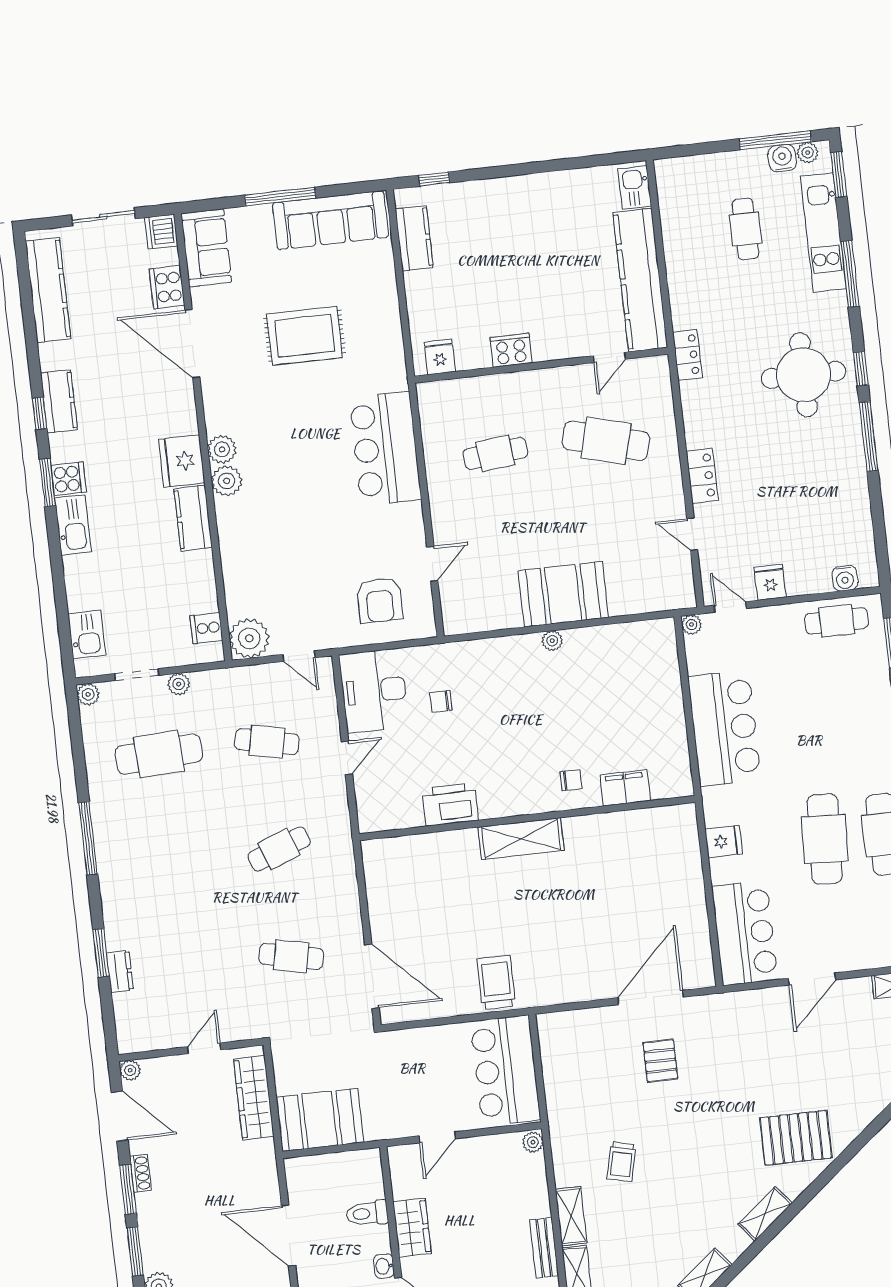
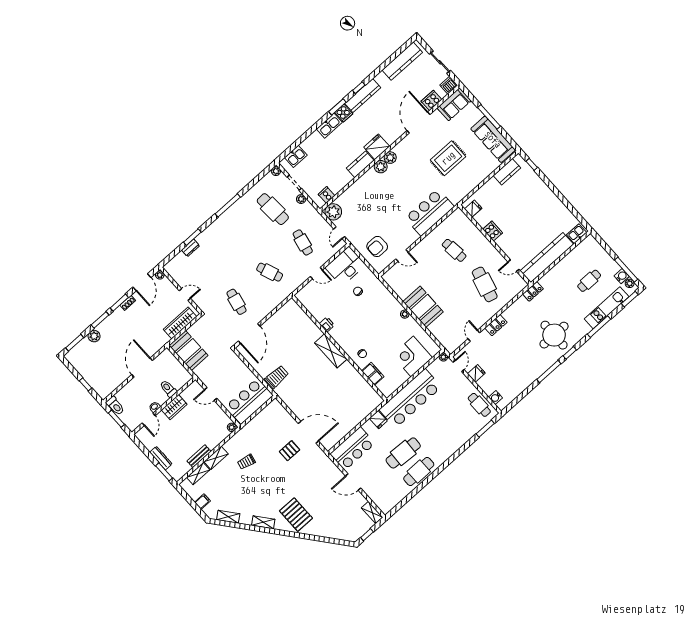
rug: (305, 336) -> (448, 158), turned 90
kitchen counter: (59, 401) -> (363, 96), width x1.50
corner desk: (646, 686) -> (412, 356), added
bar counter: (724, 728) -> (410, 398), width x1.36
printer: (450, 804) -> (327, 324), width x0.53, depth x0.68

